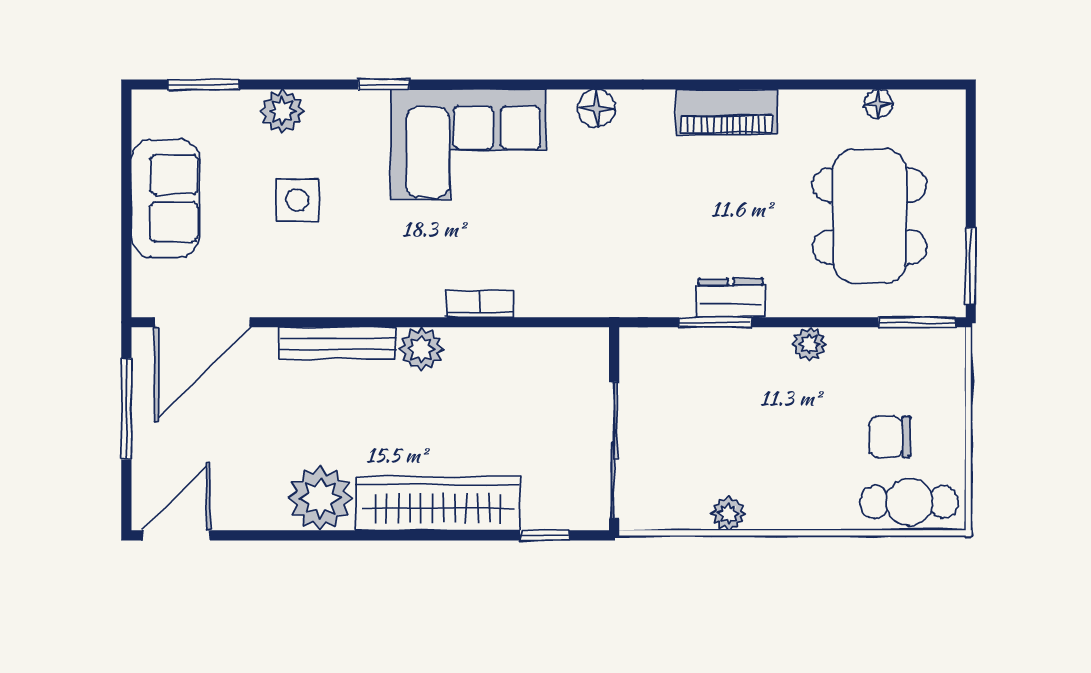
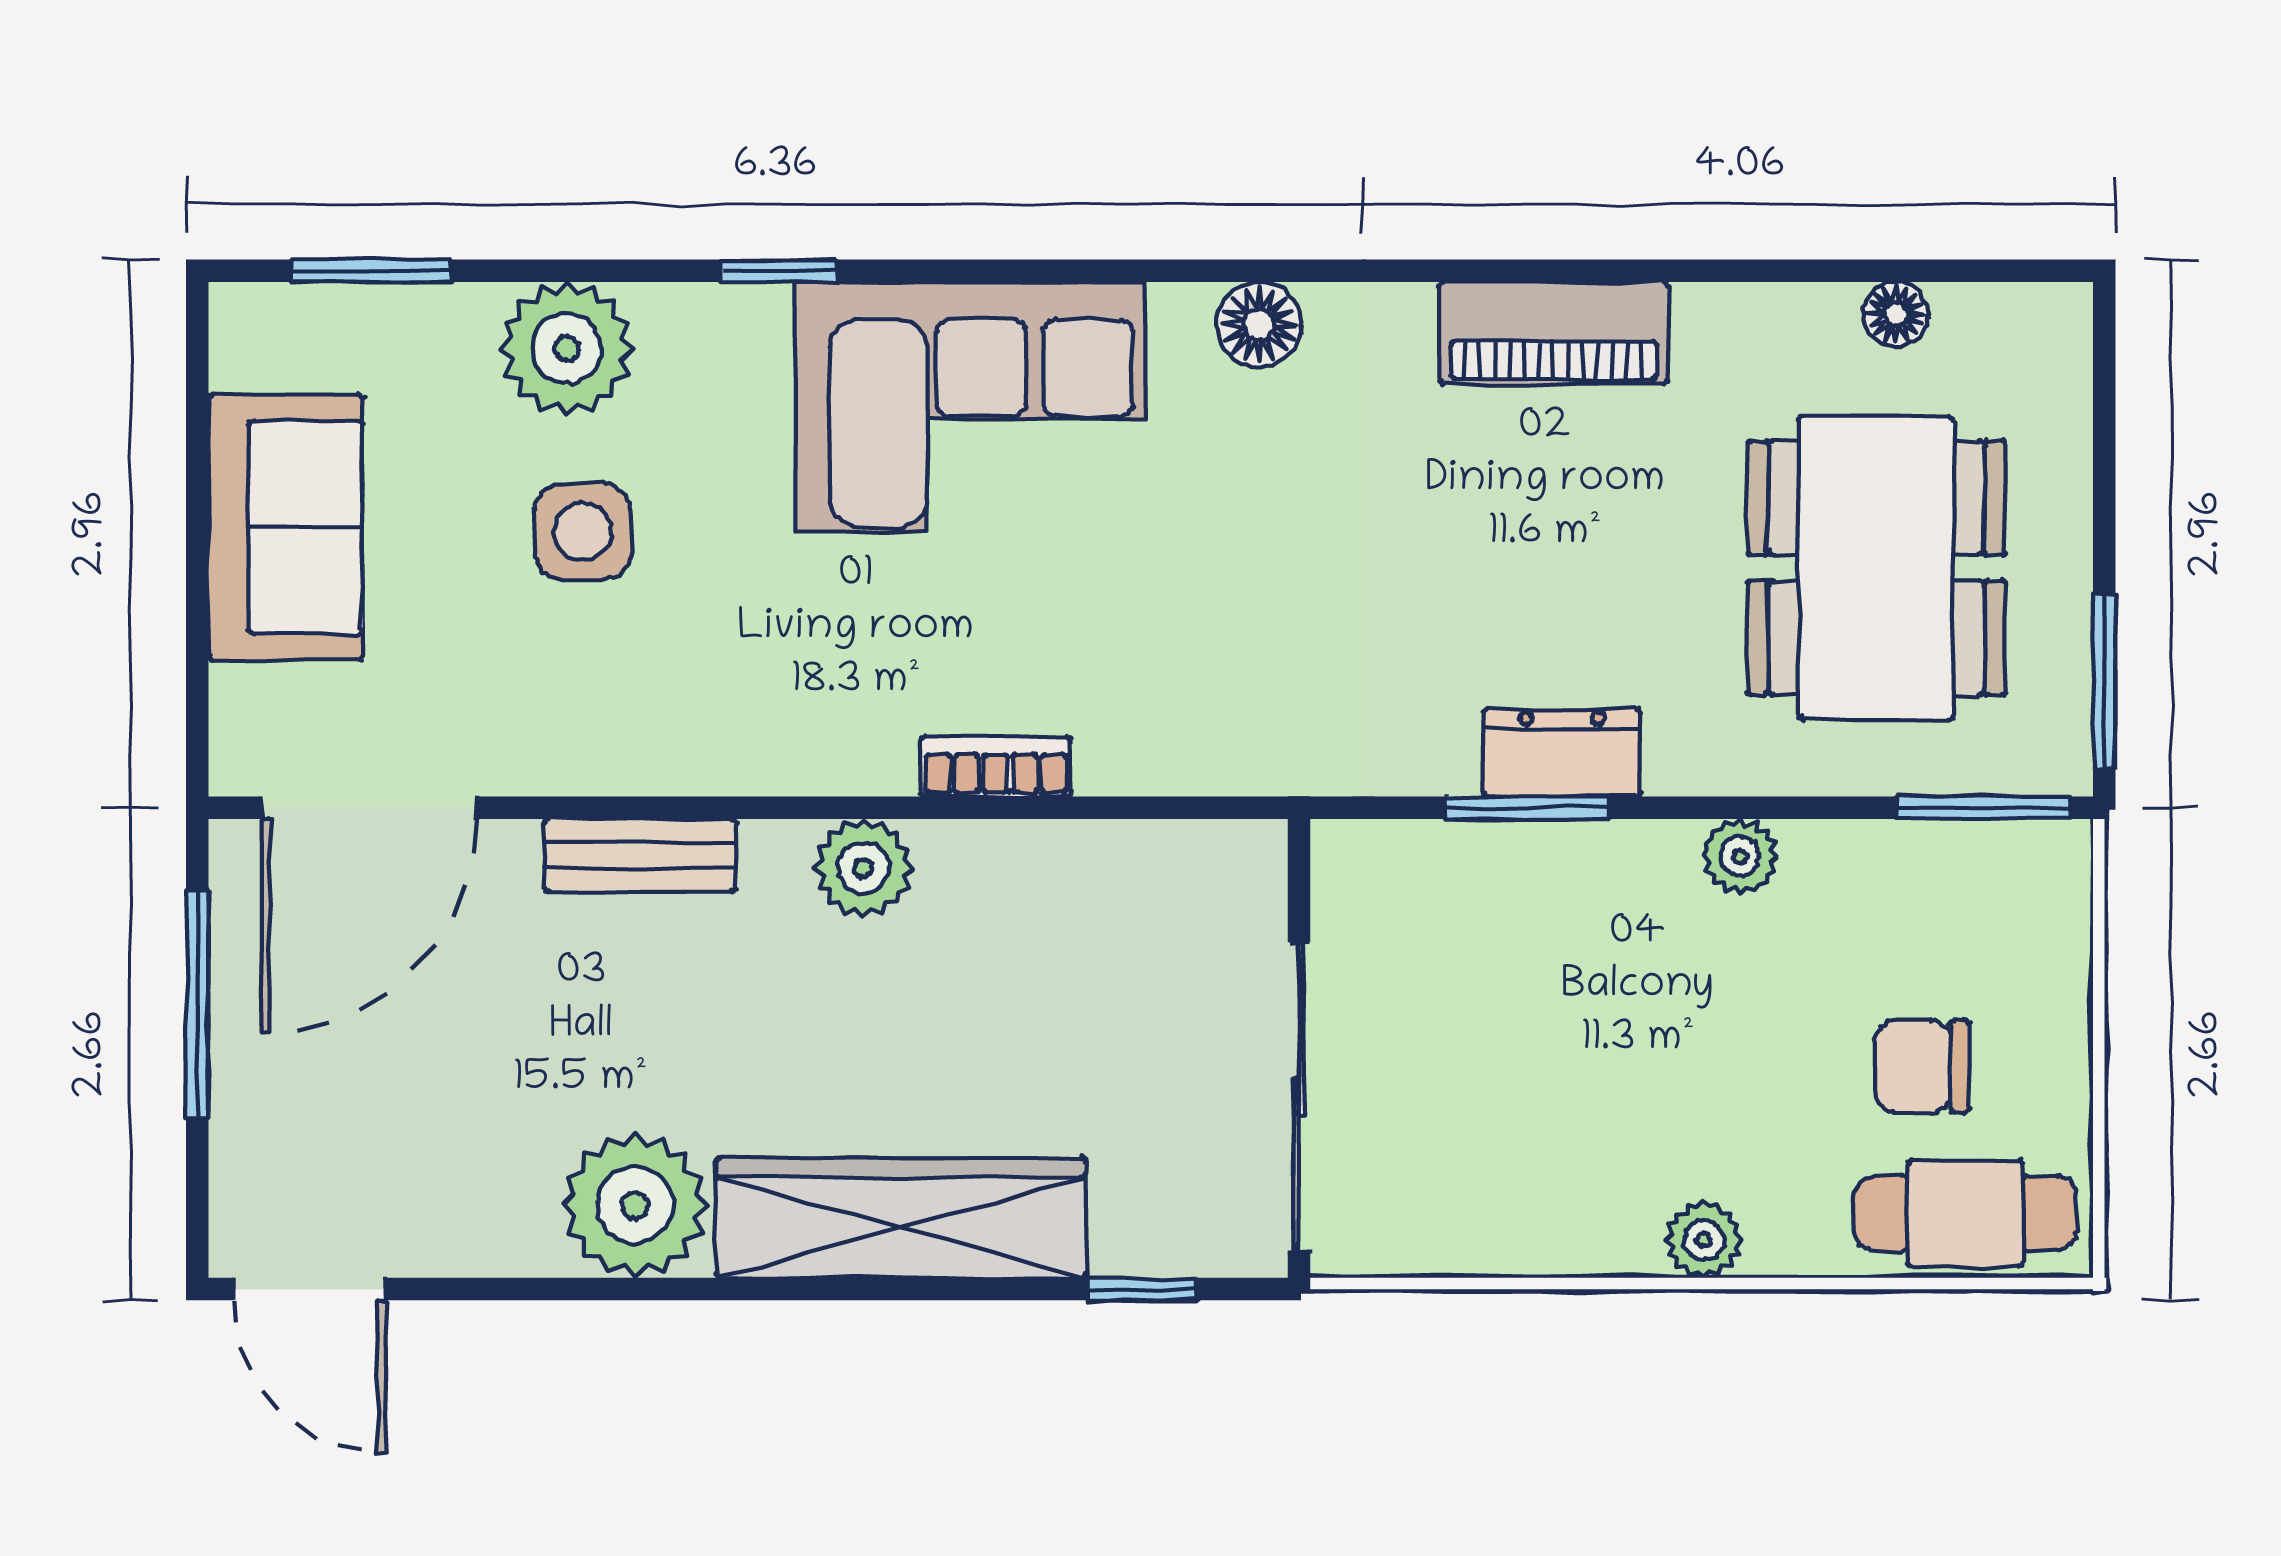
plant: (282, 111) -> (567, 348), width x1.36, depth x1.36
bench: (338, 343) -> (640, 855), width x0.73
plant: (728, 514) -> (1704, 1240), moved
door: (176, 535) -> (310, 1289), swing flipped

